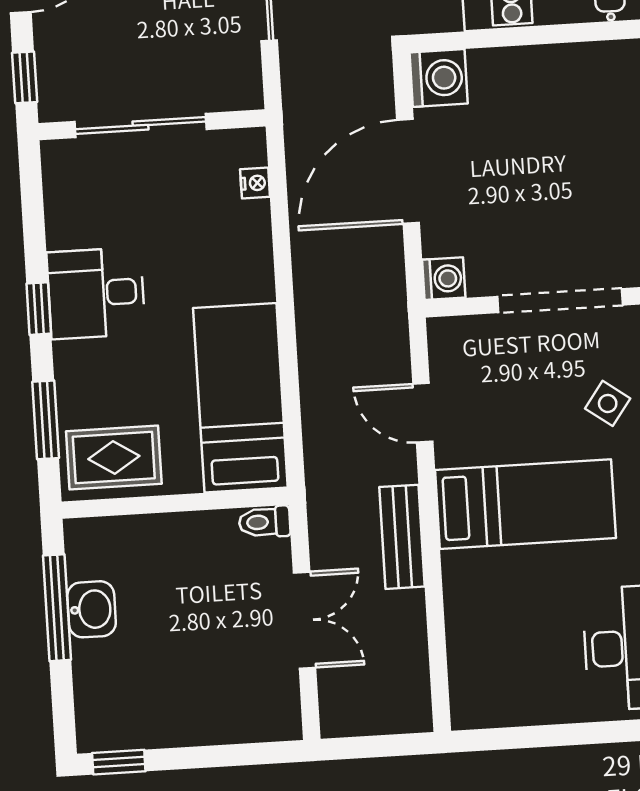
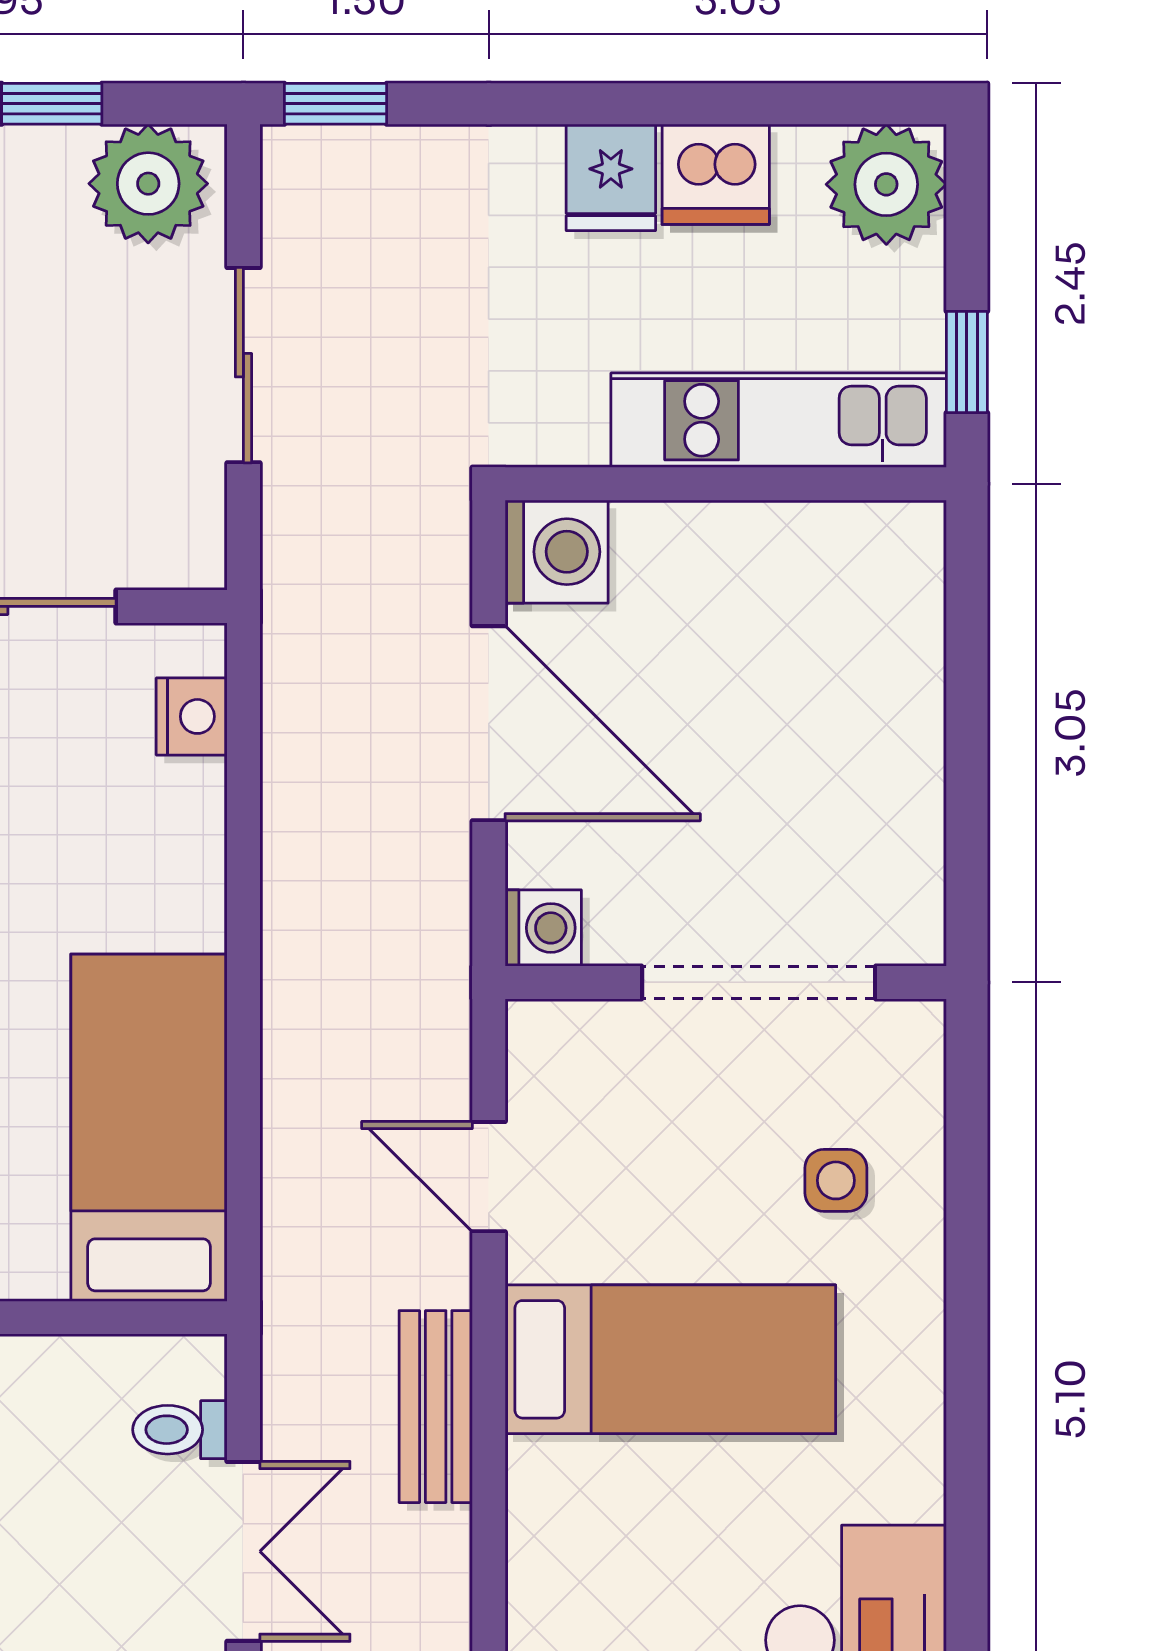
door: (408, 171) -> (489, 723), swing flipped
nightstand: (255, 183) -> (192, 716), width x1.39, depth x1.35
side table: (608, 403) -> (836, 1180), turned -36
toilet: (265, 522) -> (180, 1430), moved

